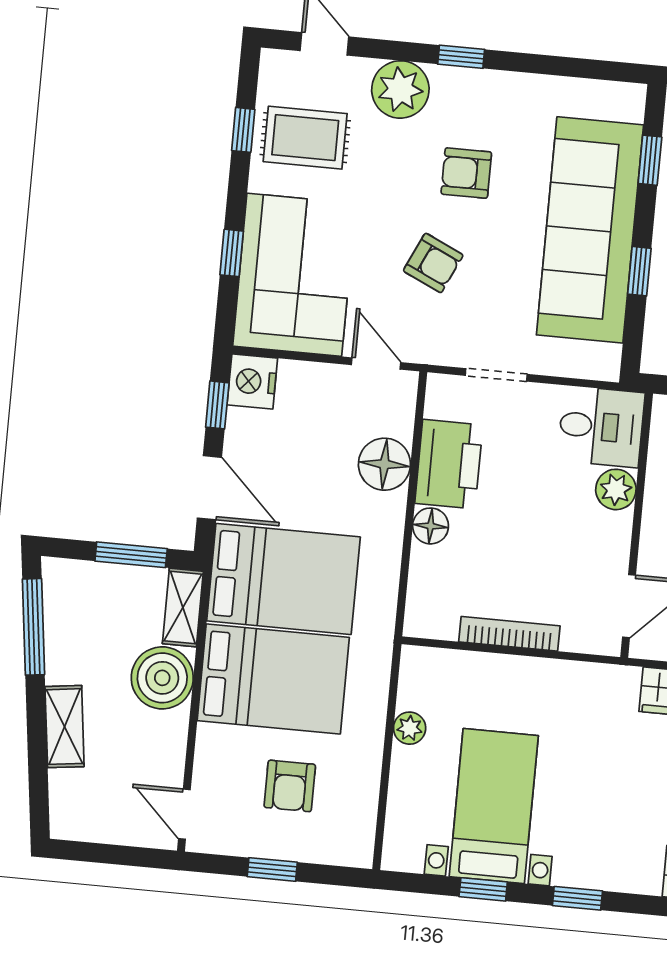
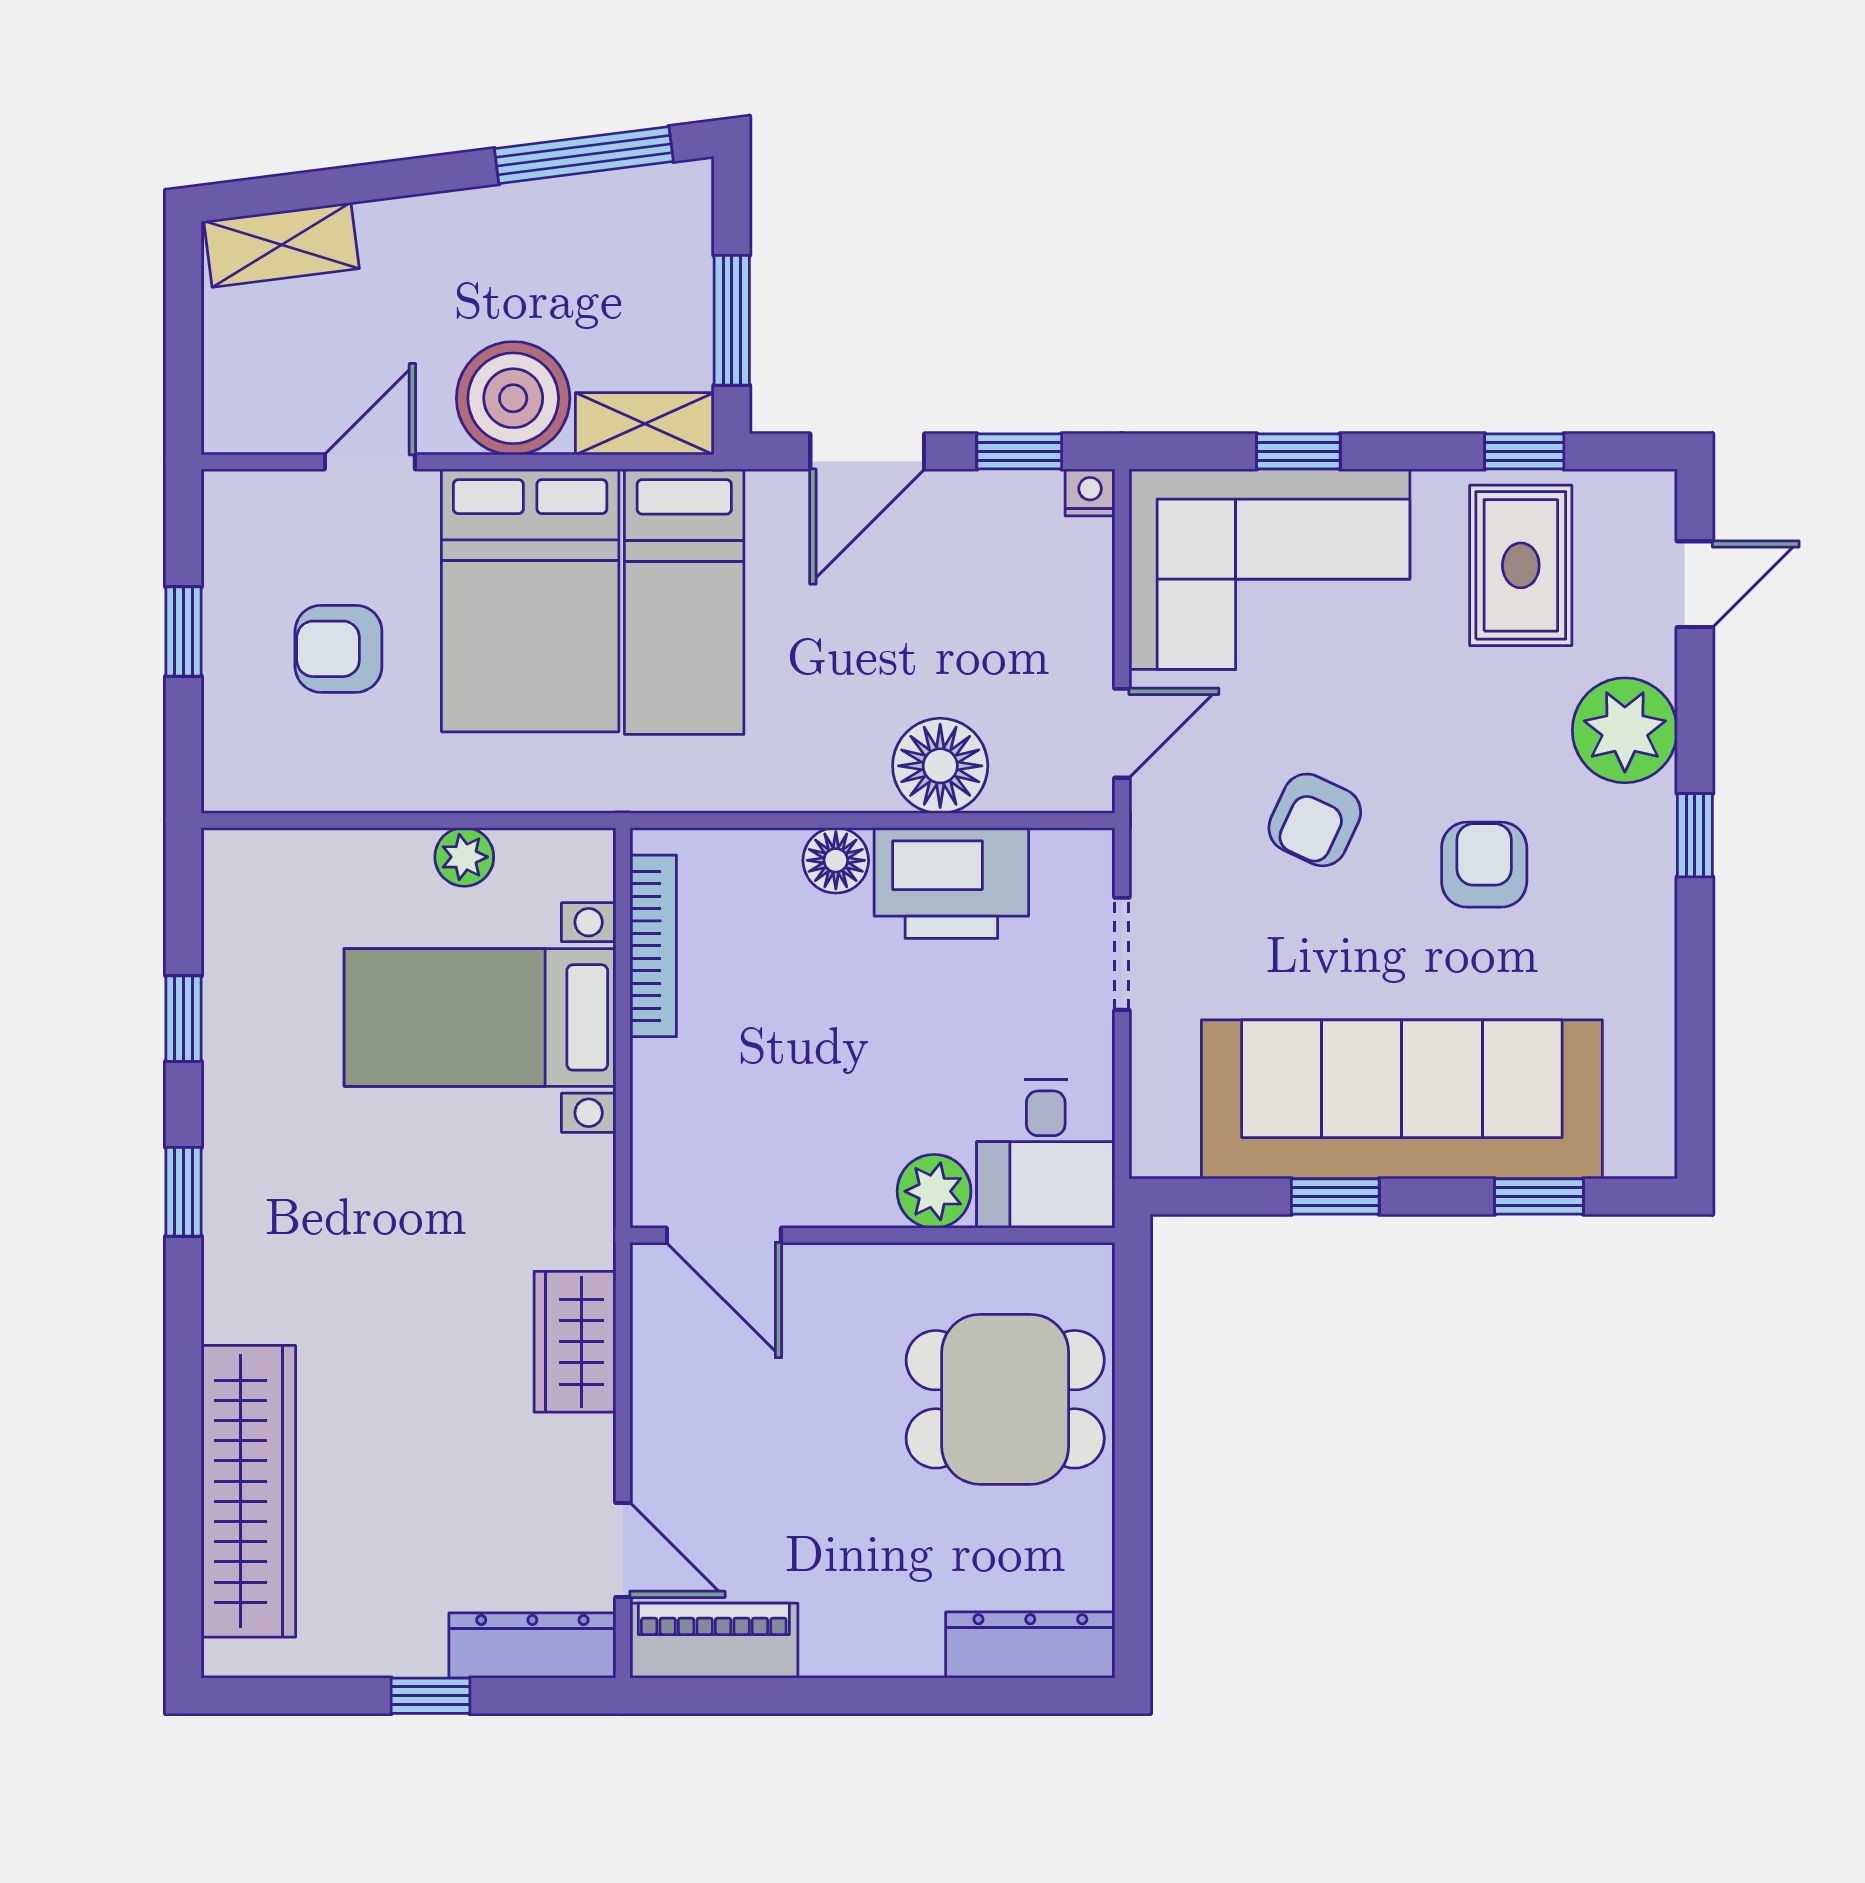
nightstand: (252, 381) -> (1090, 492), width x0.53, depth x0.56
bed: (283, 579) -> (684, 602), width x0.67
bookcase: (509, 634) -> (653, 946), moved
shelving: (65, 727) -> (282, 245), moved
bed with nightstands: (494, 806) -> (480, 1017), moved, turned 180
door: (184, 814) -> (370, 462), moved

